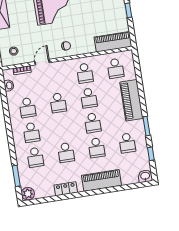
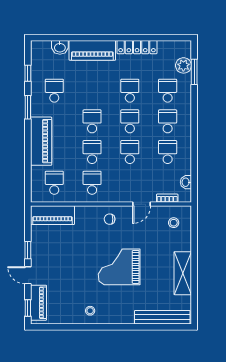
school desk: (97, 148) -> (130, 121), moved
washbasin: (145, 176) -> (60, 47), moved
locker: (66, 189) -> (137, 47), width x1.53
plant: (28, 194) -> (183, 65), moved

